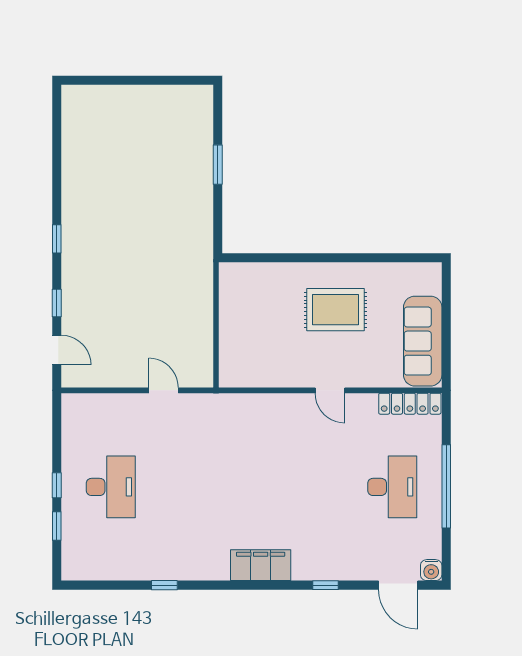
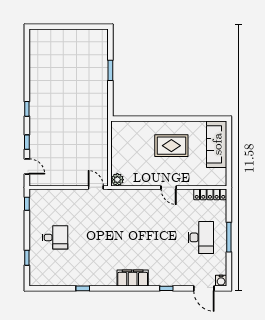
sofa: (423, 341) -> (217, 144), moved
plant: (231, 375) -> (117, 180), added
door: (164, 390) -> (96, 187), moved
window: (57, 485) -> (27, 204), moved
window: (446, 486) -> (229, 237), width x0.68
desk: (111, 487) -> (55, 237), width x0.73

